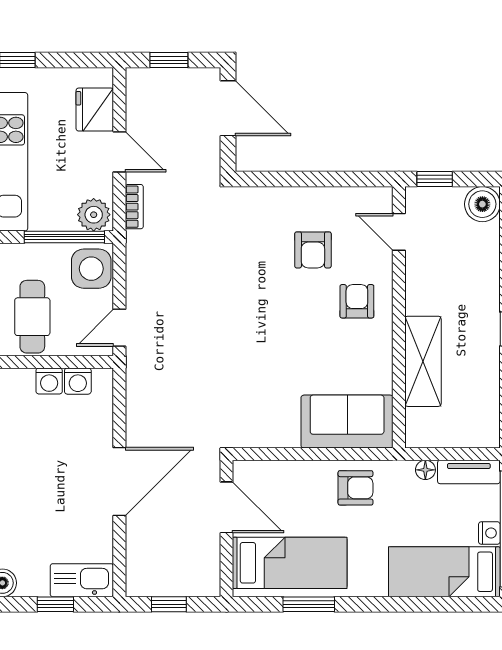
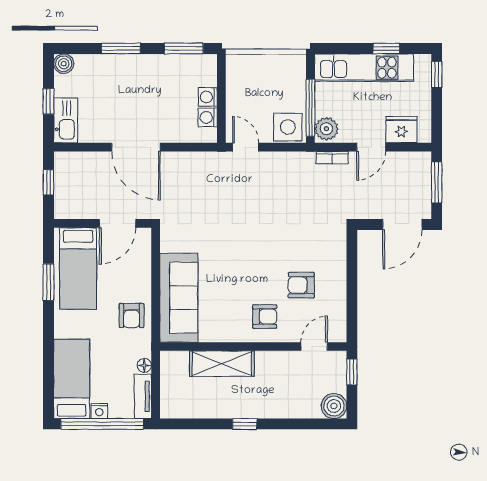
window: (169, 60) -> (437, 182), width x1.50
cafe table: (32, 317) -> (254, 85), removed
sofa: (347, 422) -> (179, 298), width x1.36

